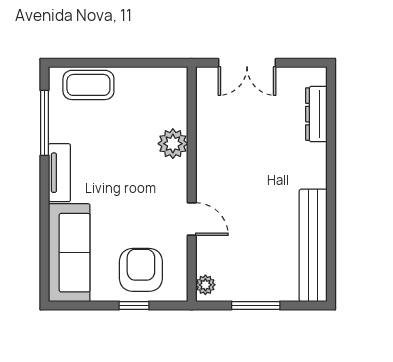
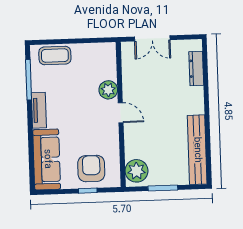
door: (192, 219) -> (121, 113), moved
plant: (205, 285) -> (137, 171), width x1.88, depth x1.88

